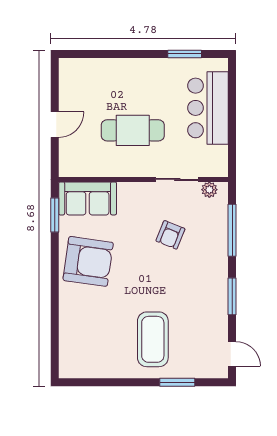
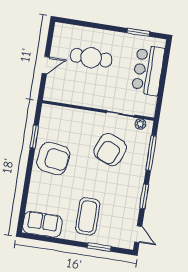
cafe table: (133, 130) -> (91, 58), moved
sofa: (88, 198) -> (42, 224), moved, turned 180
window: (55, 215) -> (34, 137), moved
armchair: (170, 235) -> (110, 150), width x1.88, depth x1.88

